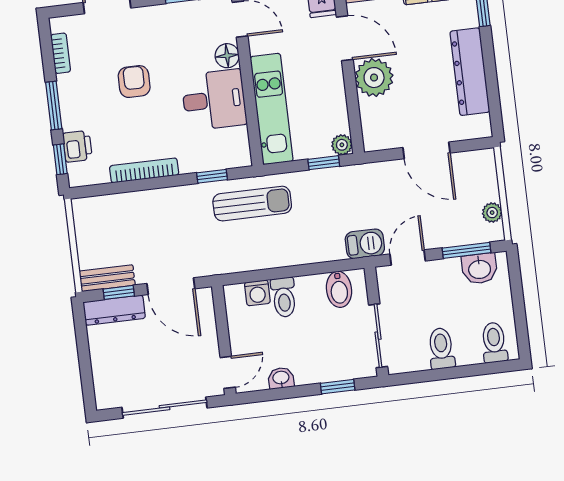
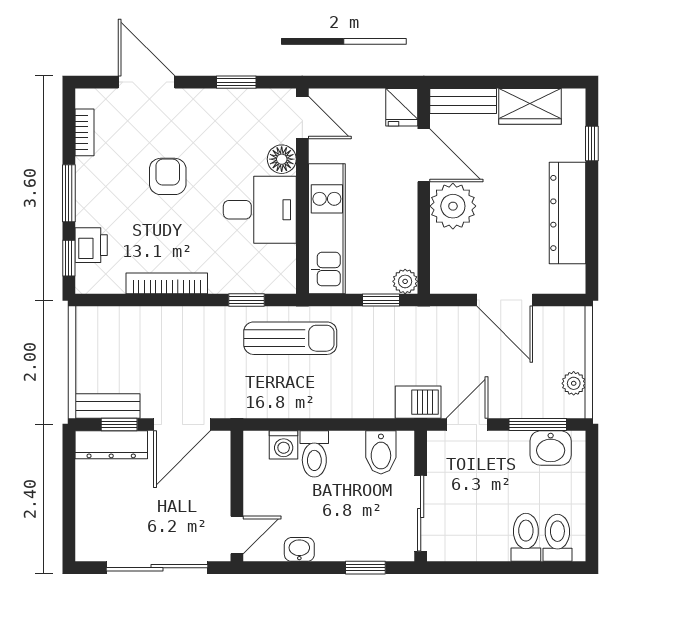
door: (171, 286) -> (182, 425), hinge flipped
toilet: (441, 349) -> (526, 537), moved

